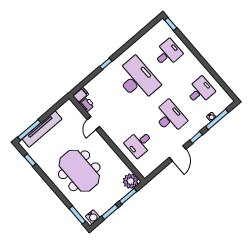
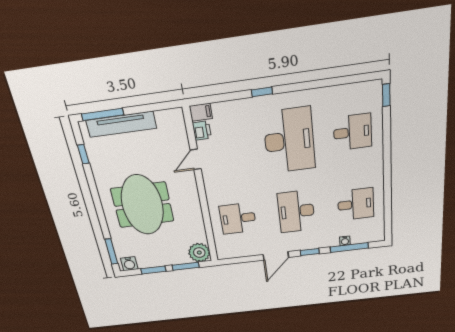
desk: (170, 117) -> (296, 211), turned 180

